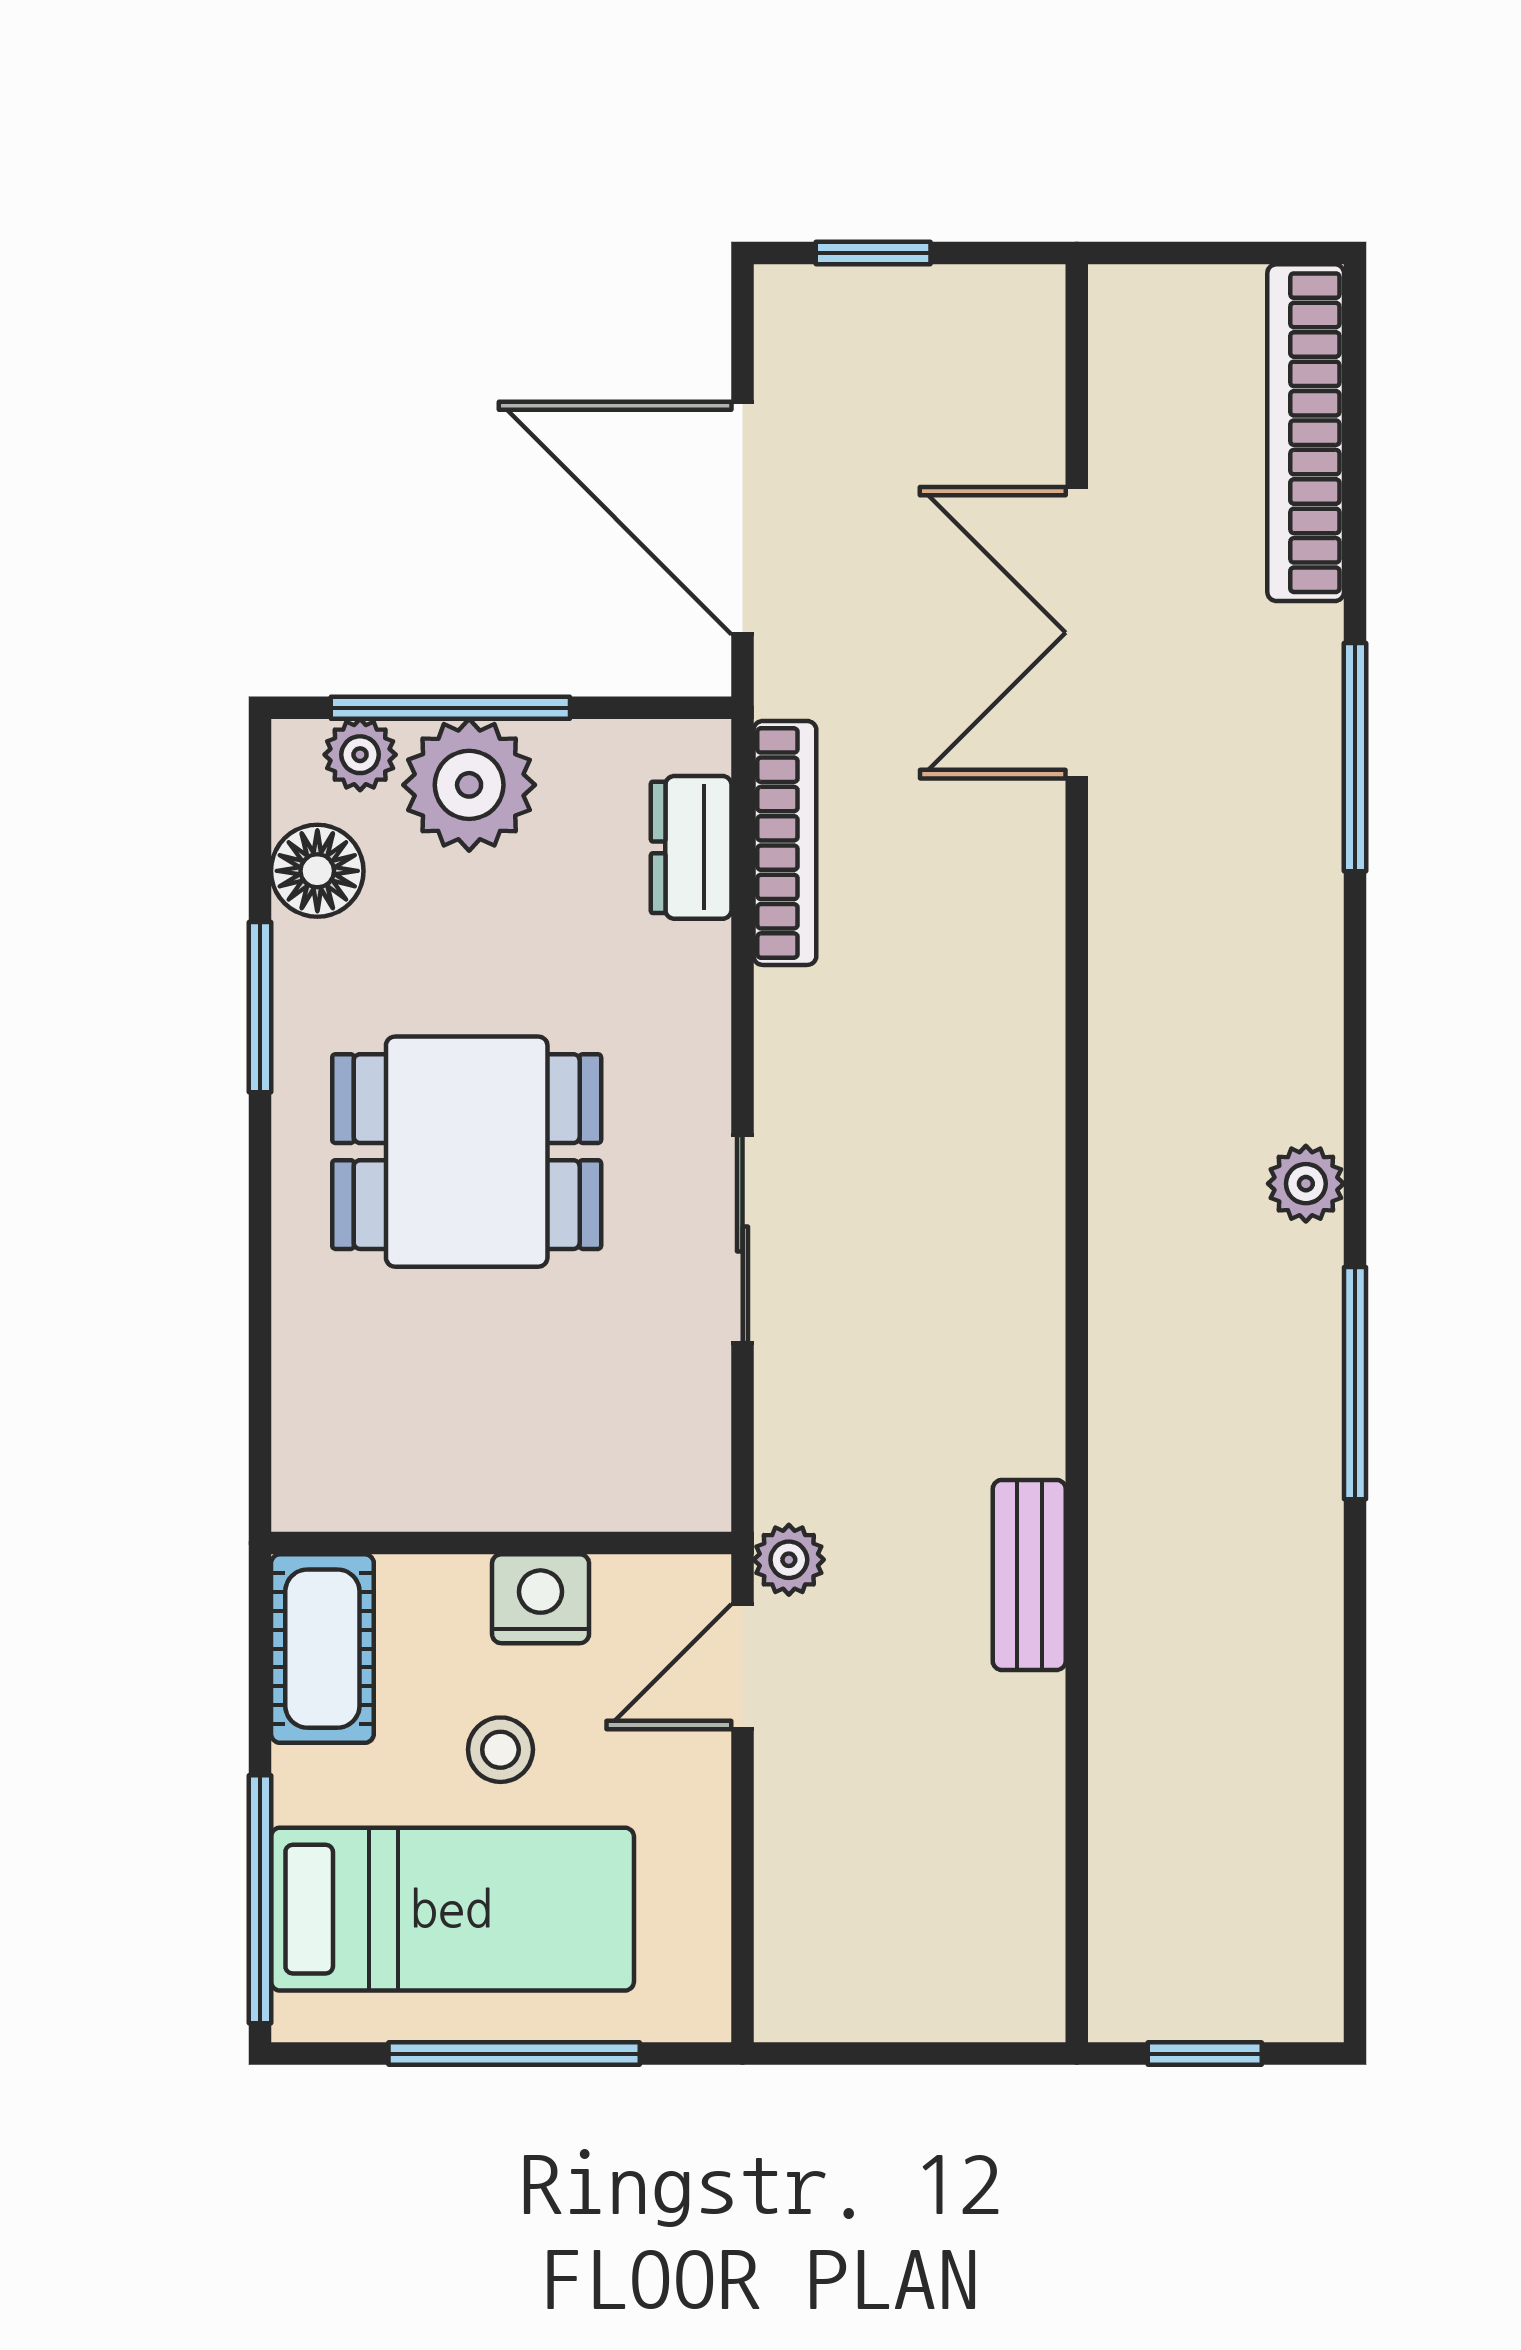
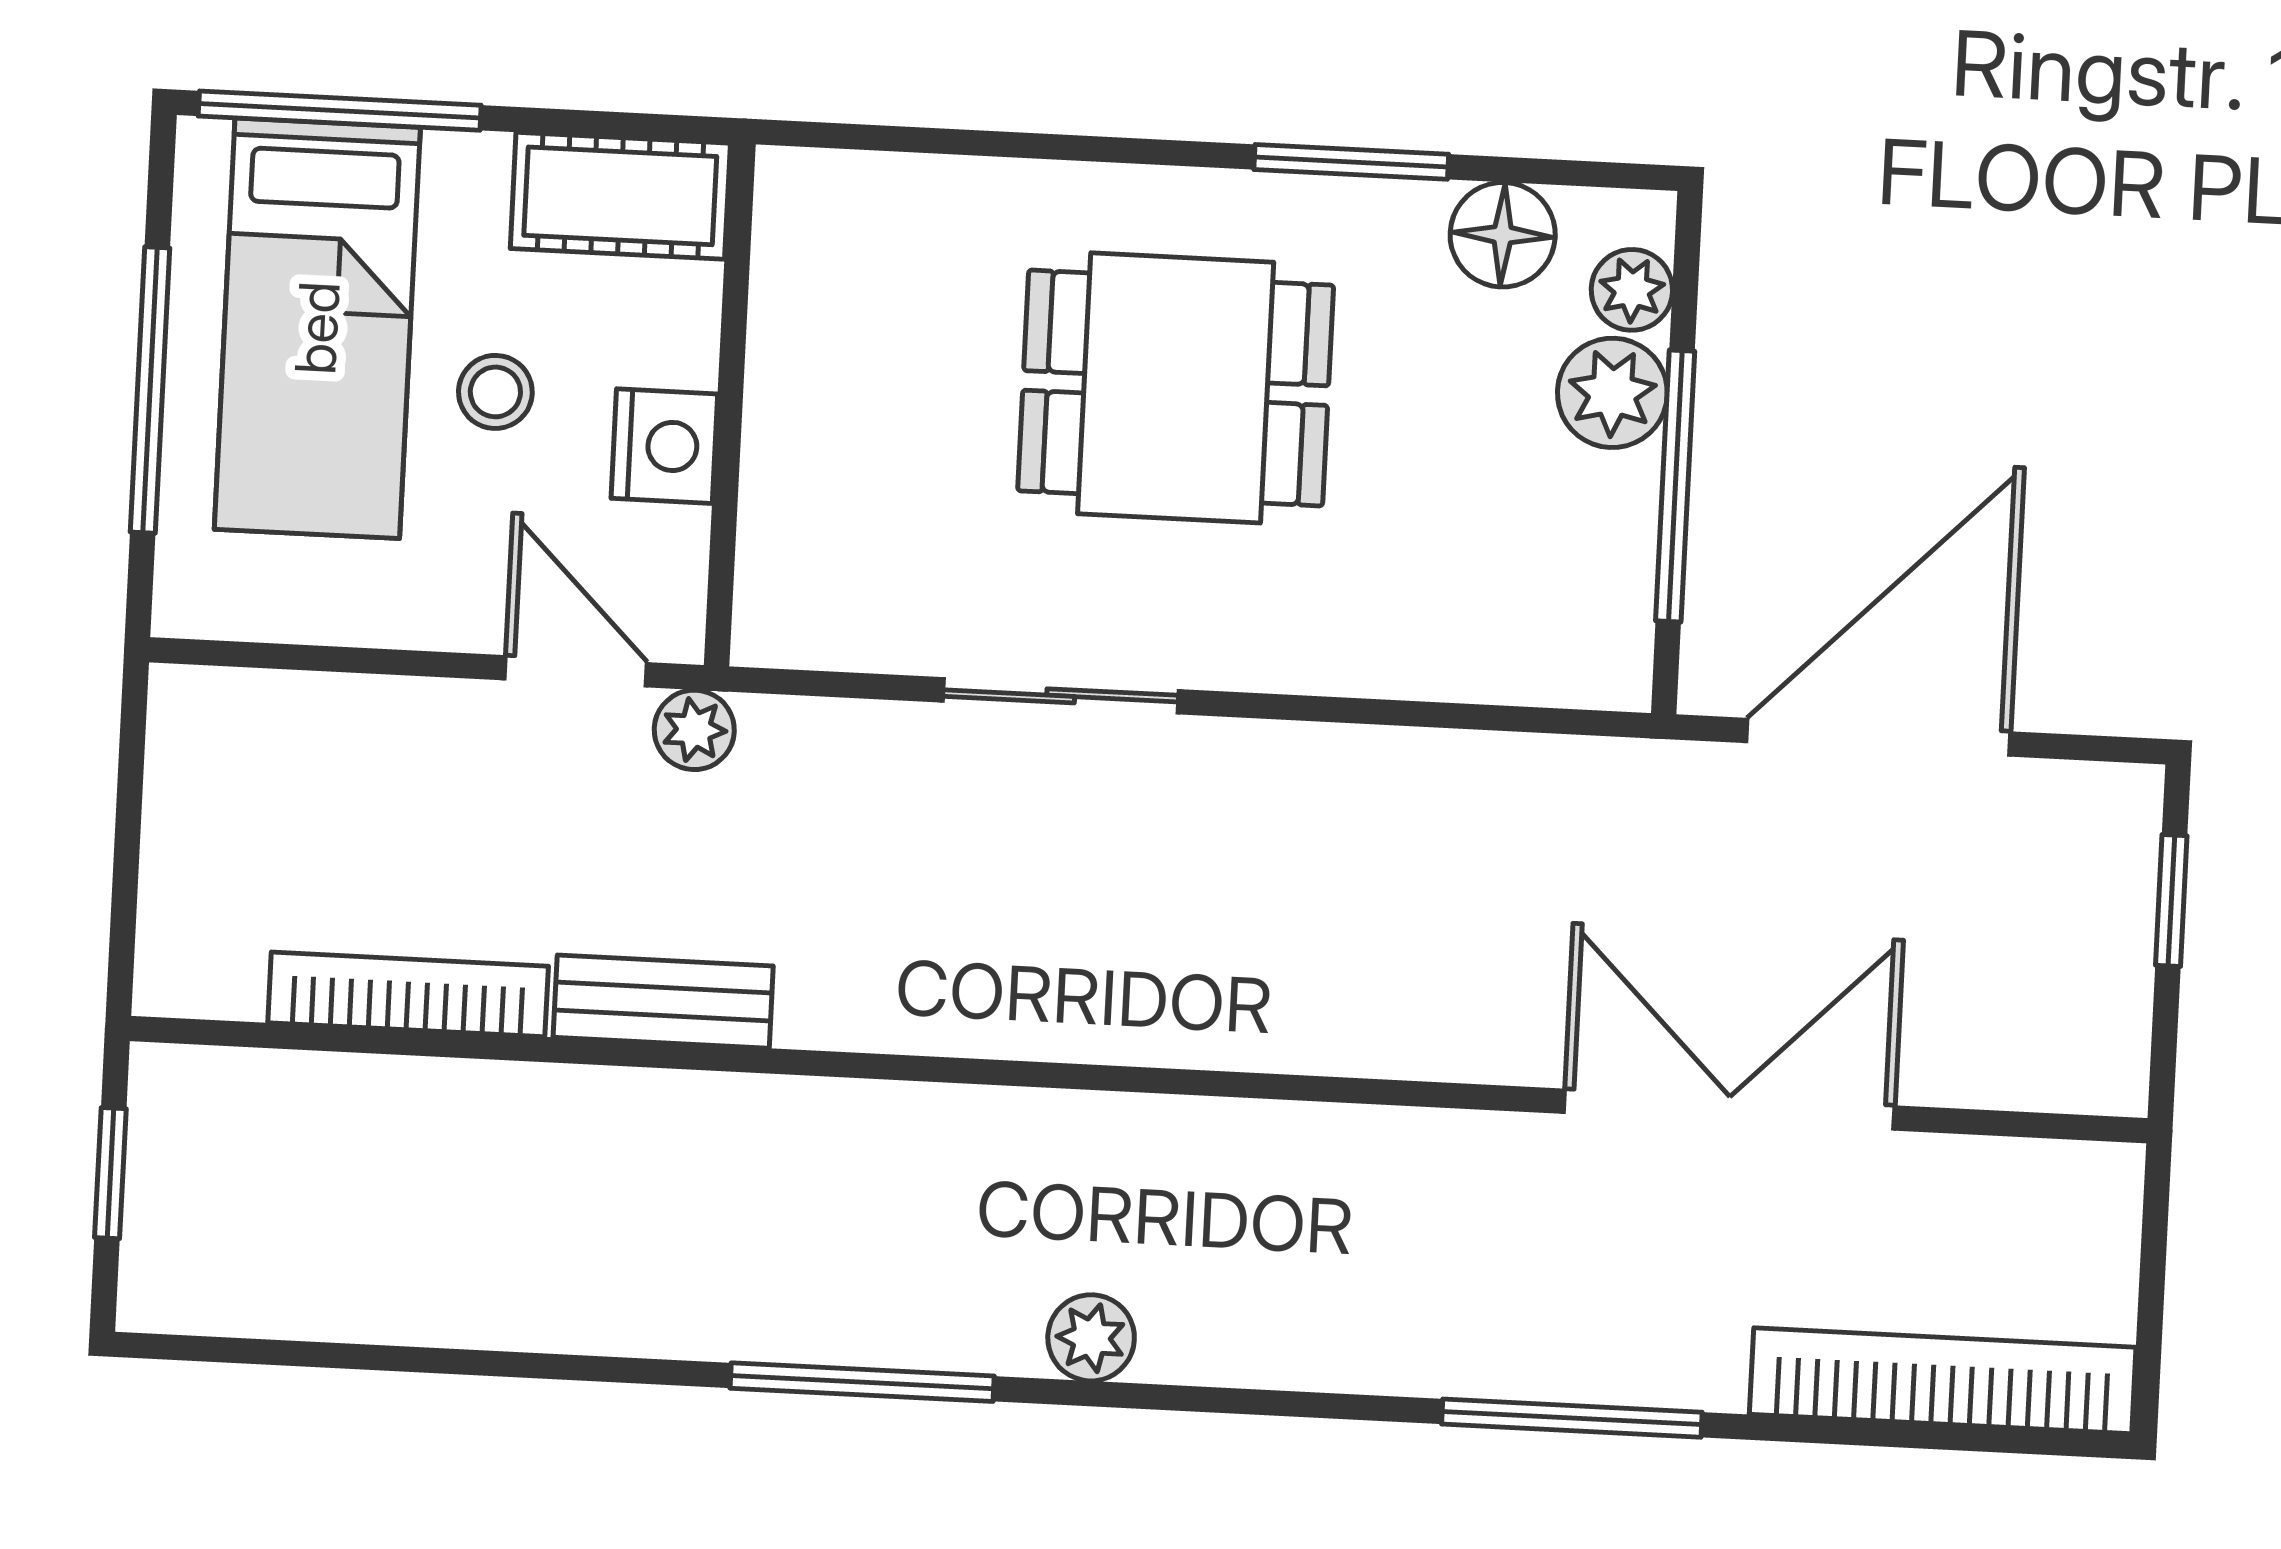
window: (450, 708) -> (1675, 486), moved
plant: (469, 785) -> (1612, 393), width x0.73, depth x0.73
bookcase: (785, 843) -> (408, 994), moved, turned 180
dresser: (691, 847) -> (1508, 660), removed
dining table: (467, 1152) -> (1176, 388), turned 90

